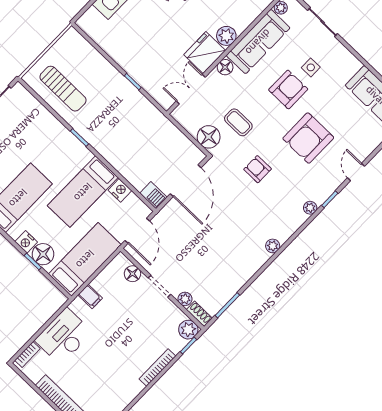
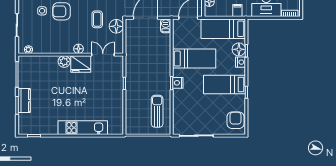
sofa: (258, 42) -> (53, 45), removed
double door: (191, 89) -> (103, 55), swing flipped
nightstand: (120, 190) -> (178, 83), moved

